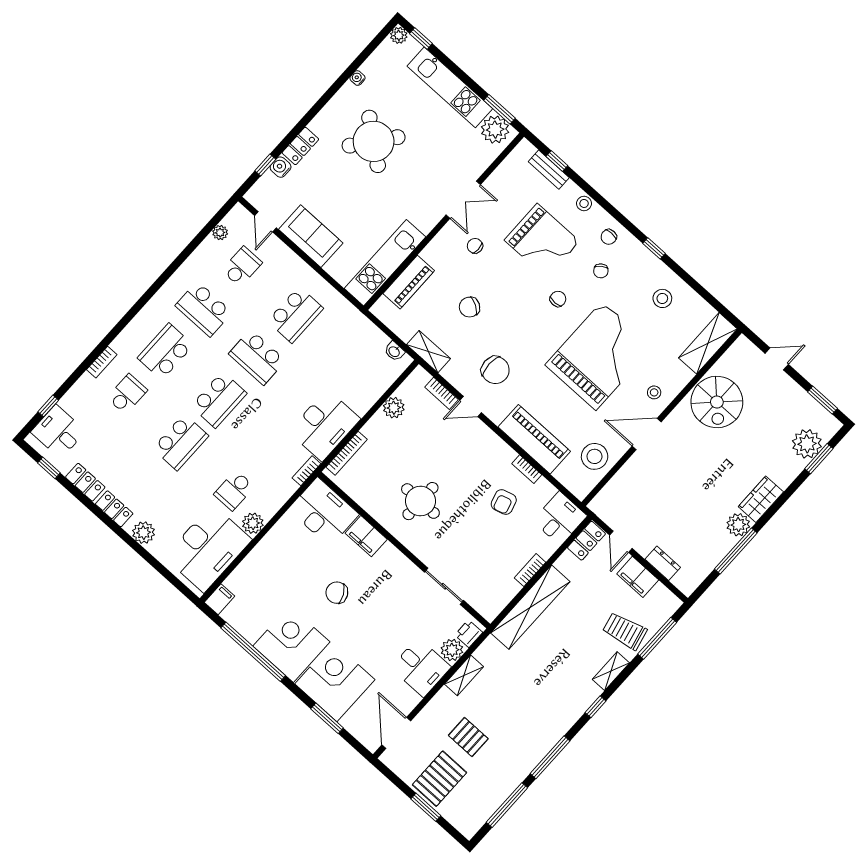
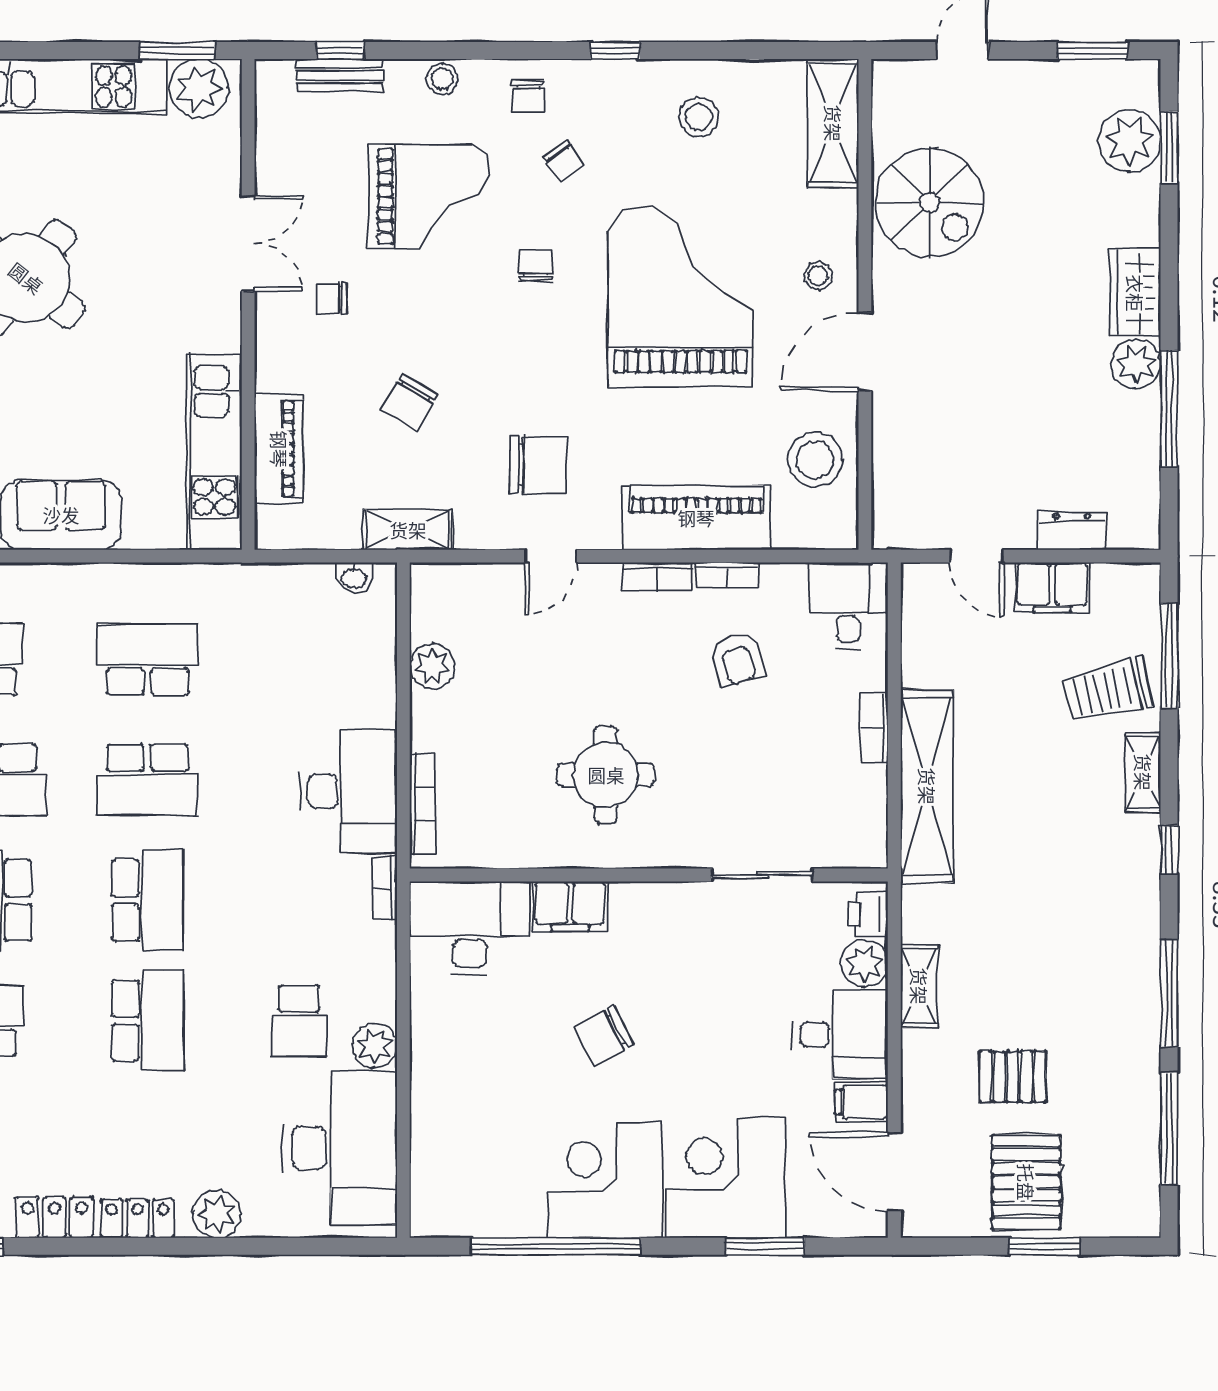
school desk: (295, 315) -> (147, 659), turned -90
bookcase: (442, 393) -> (657, 577), moved
locker: (586, 541) -> (921, 603), removed
filing cabinet: (220, 599) -> (862, 1102), moved, turned -90

